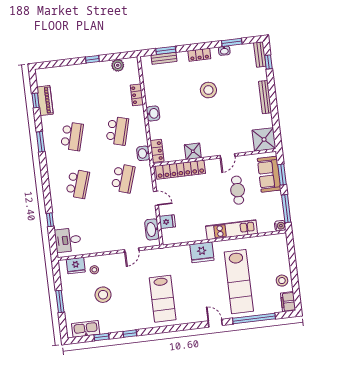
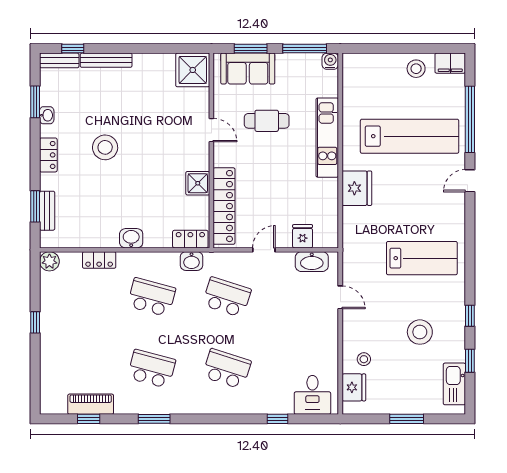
plant: (118, 65) -> (49, 261), moved
bench: (265, 97) -> (106, 60), moved
stool: (103, 295) -> (420, 332), moved

